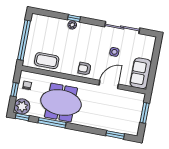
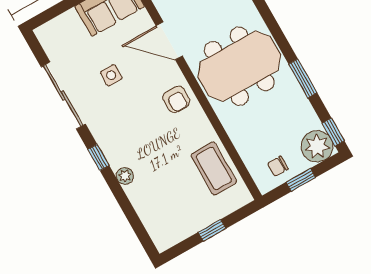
window: (74, 18) -> (98, 157), moved
window: (24, 40) -> (212, 230), width x0.32
meeting table: (61, 103) -> (239, 66), moved, turned 90
window: (52, 123) -> (303, 78), width x0.69

